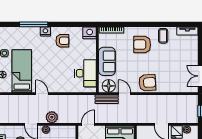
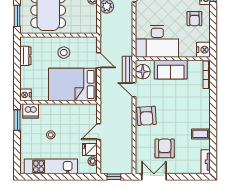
armchair: (142, 45) -> (165, 148), moved
desk: (86, 73) -> (157, 41), width x1.36, depth x1.30
door: (125, 94) -> (134, 90), swing flipped
door: (88, 124) -> (99, 60), moved

